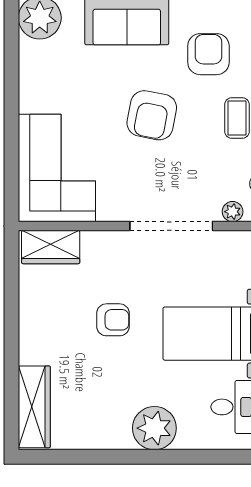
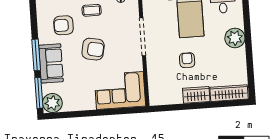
plant: (233, 212) -> (134, 9), removed
wardrobe: (51, 247) -> (196, 95), moved, turned -90

